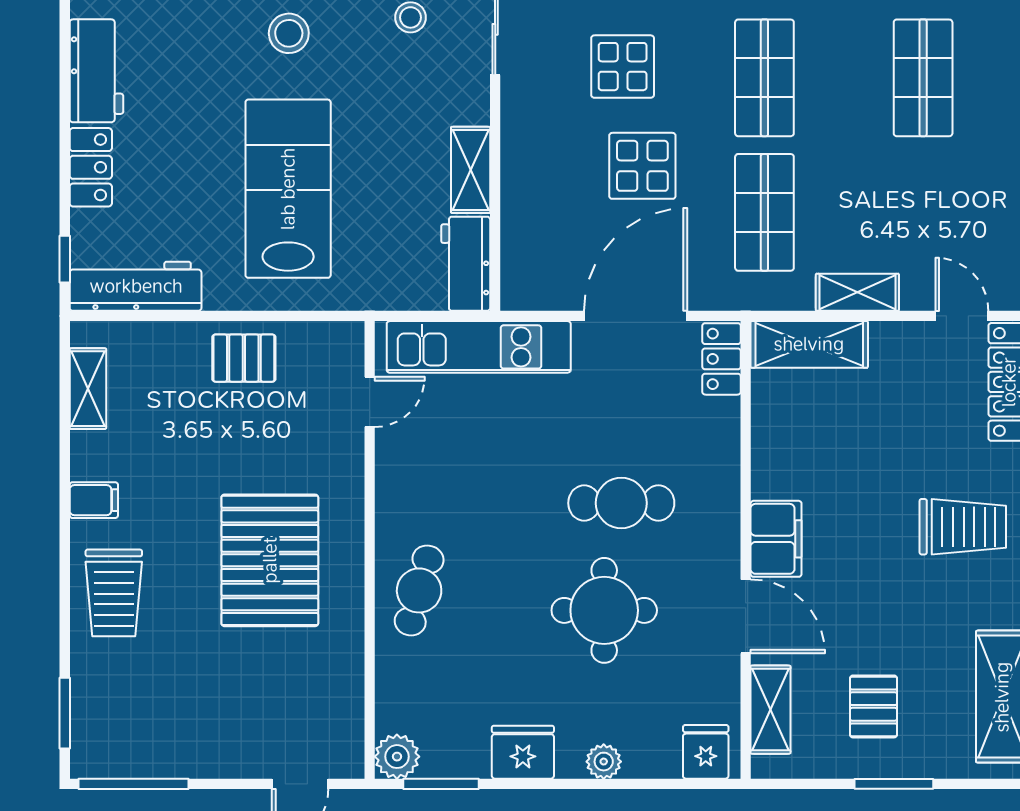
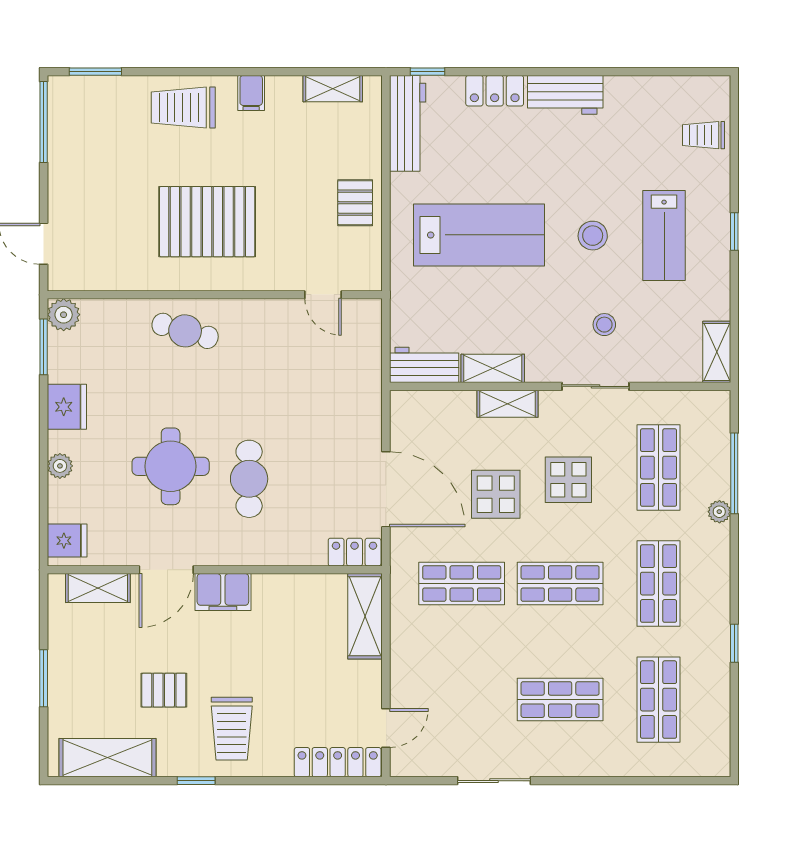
shelving: (857, 292) -> (507, 404), moved, turned 90
kitchen unit: (479, 347) -> (363, 374), removed
pallet: (874, 706) -> (164, 690), moved

